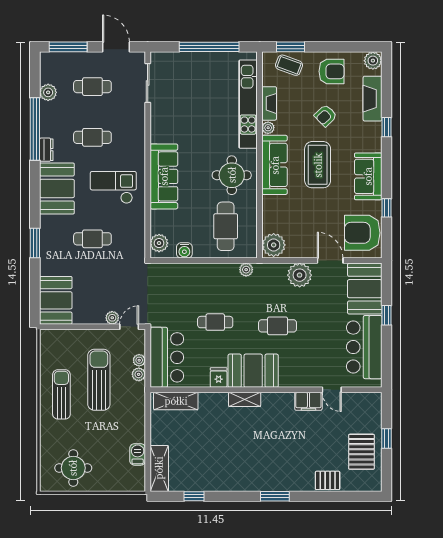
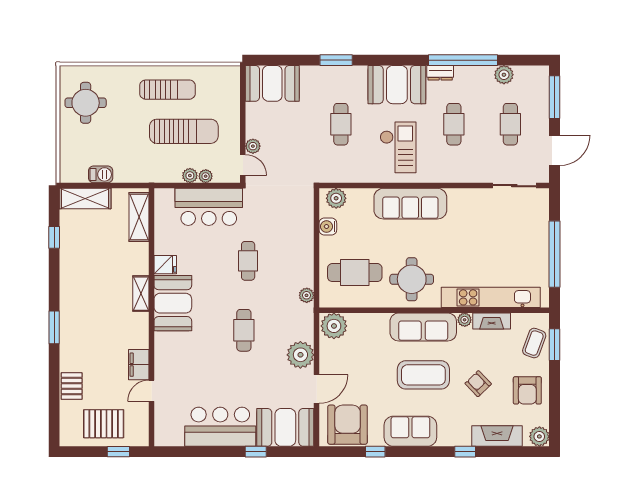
booth: (253, 371) -> (173, 303), moved
fridge: (219, 378) -> (165, 265), moved
wall: (266, 390) -> (152, 317), moved
door: (332, 390) -> (152, 391), moved
shelving: (245, 399) -> (141, 294), moved
shelving: (176, 401) -> (139, 217), moved
filing cabinet: (308, 401) -> (139, 365), moved

